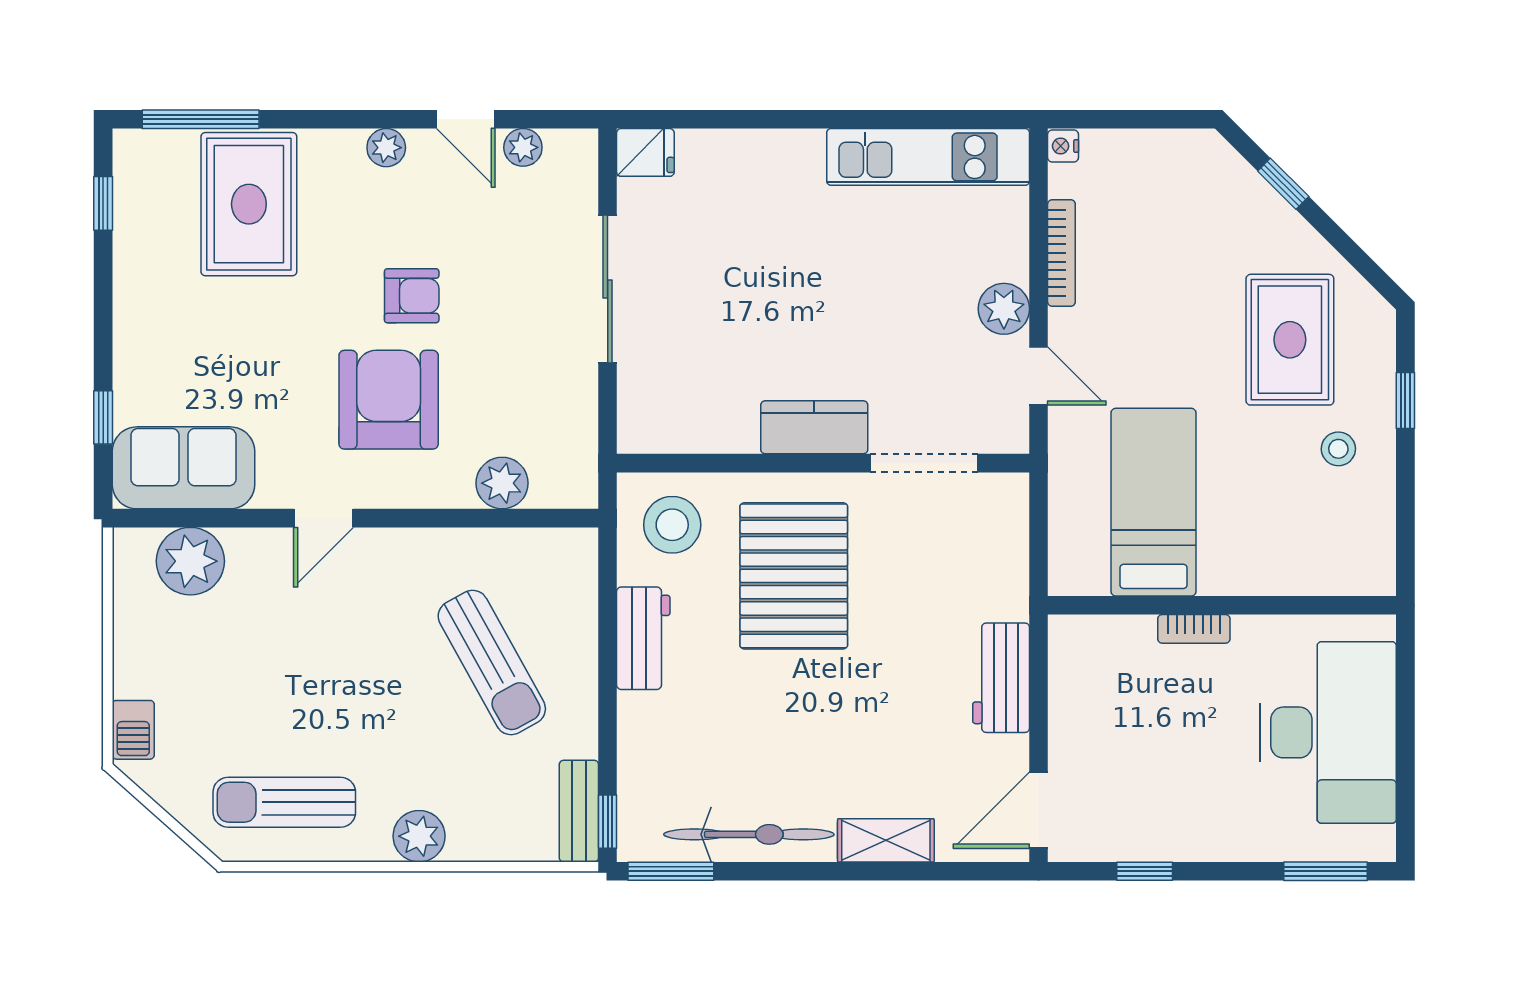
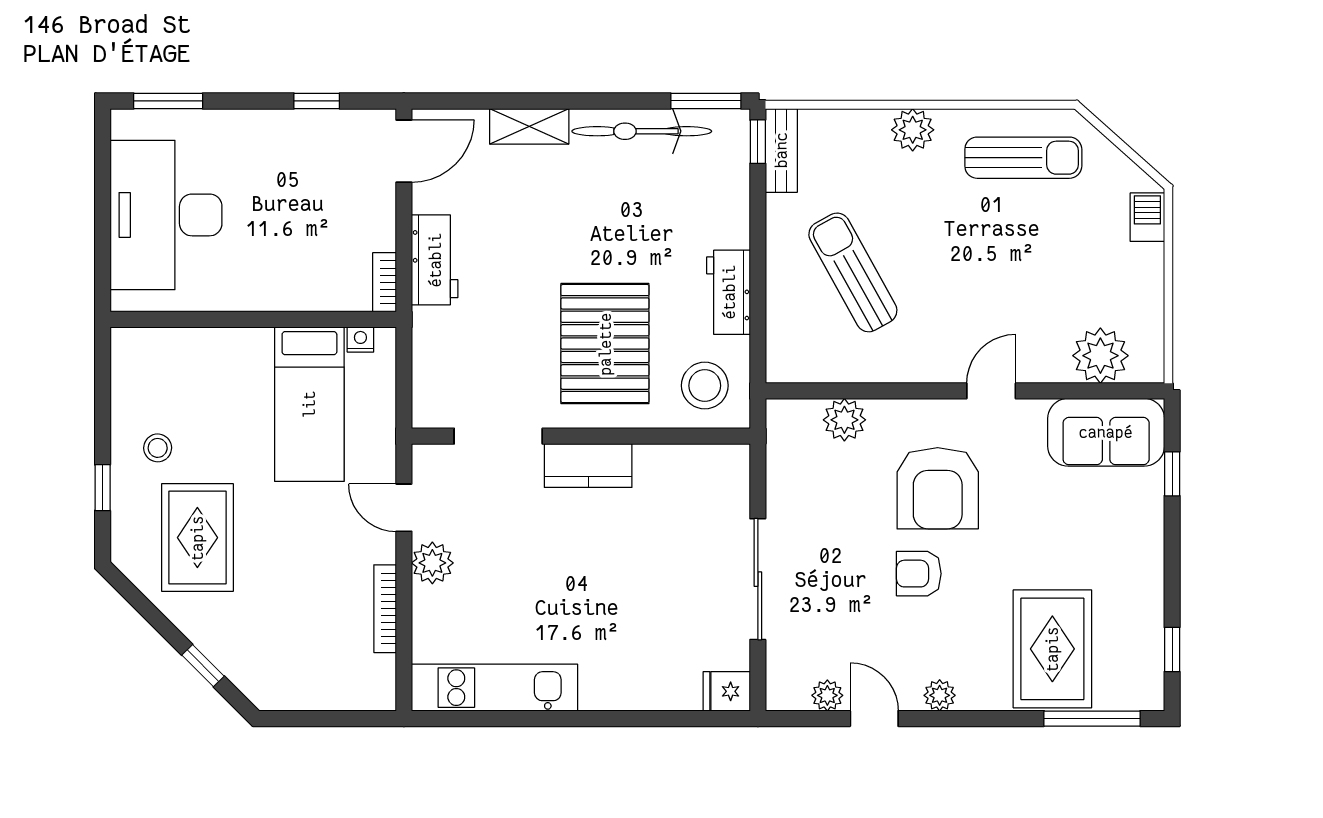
nightstand: (1063, 146) -> (360, 339), moved, turned -90
bookcase: (1194, 629) -> (384, 282), moved, turned -90

